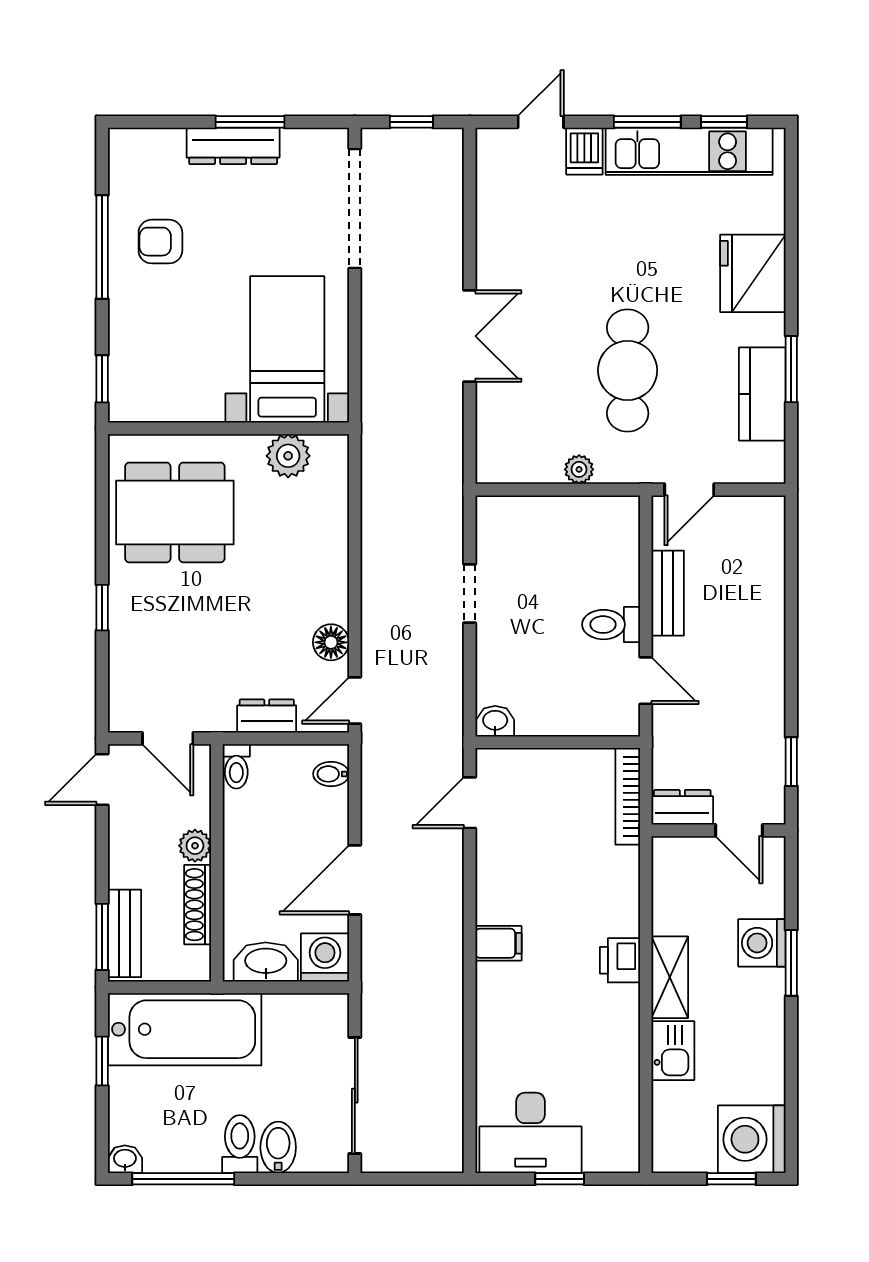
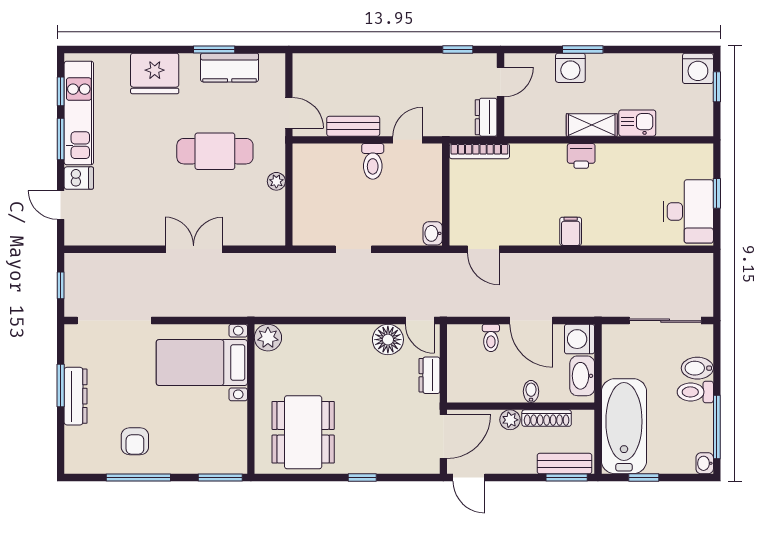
window: (102, 379) -> (220, 477), width x1.50
plant: (288, 456) -> (268, 338), moved
floor lamp: (331, 642) -> (388, 340), width x1.38, depth x1.38
door: (168, 738) -> (443, 437), width x1.38
toilet: (236, 766) -> (491, 338), moved, turned 90
bidet: (331, 774) -> (531, 391), moved, turned 180
washing machine: (752, 1139) -> (698, 68), width x0.73, depth x0.73

